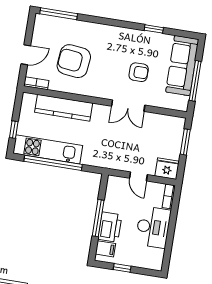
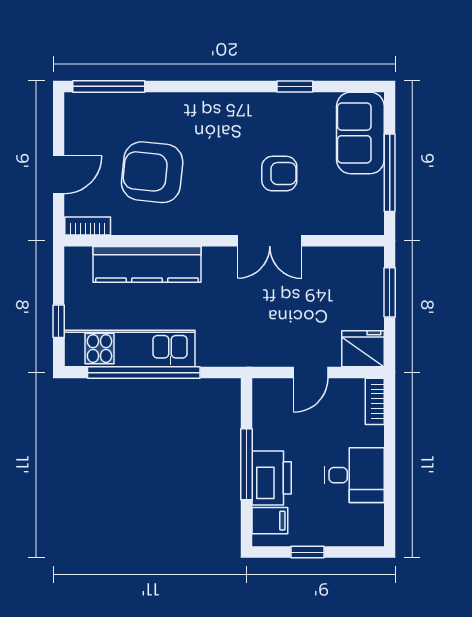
sofa: (182, 66) -> (360, 133), width x0.73
door: (138, 176) -> (311, 373), hinge flipped
desk: (153, 227) -> (354, 475), width x0.73

